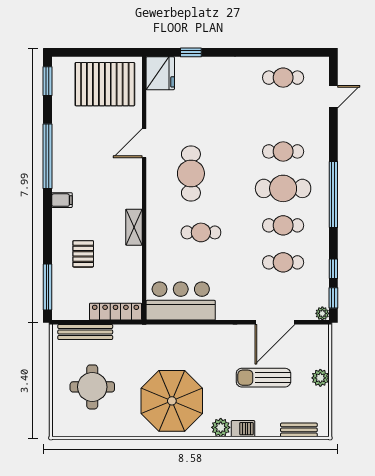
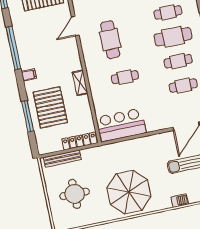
pallet: (83, 254) -> (50, 107), width x2.05, depth x2.00
window: (48, 287) -> (28, 116), moved
plant: (221, 427) -> (165, 203), removed

